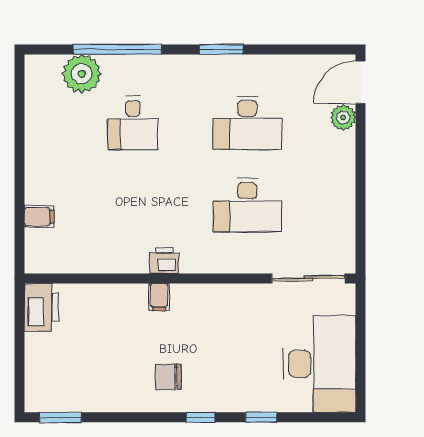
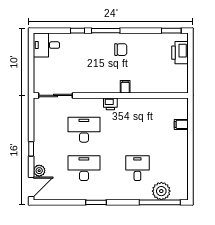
window: (117, 49) -> (160, 202), moved
window: (361, 164) -> (31, 149), added
printer: (164, 261) -> (110, 104), moved
printer: (42, 307) -> (180, 53), moved
desk: (319, 364) -> (46, 45), width x0.53, depth x0.77
window: (201, 417) -> (106, 31), width x2.17

